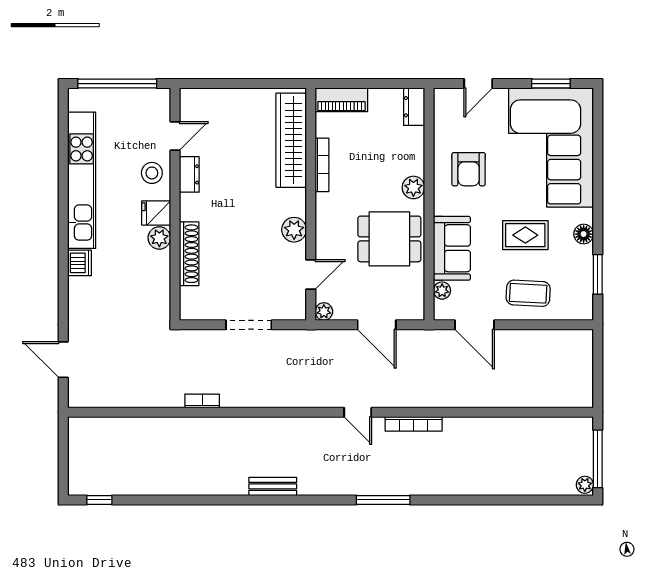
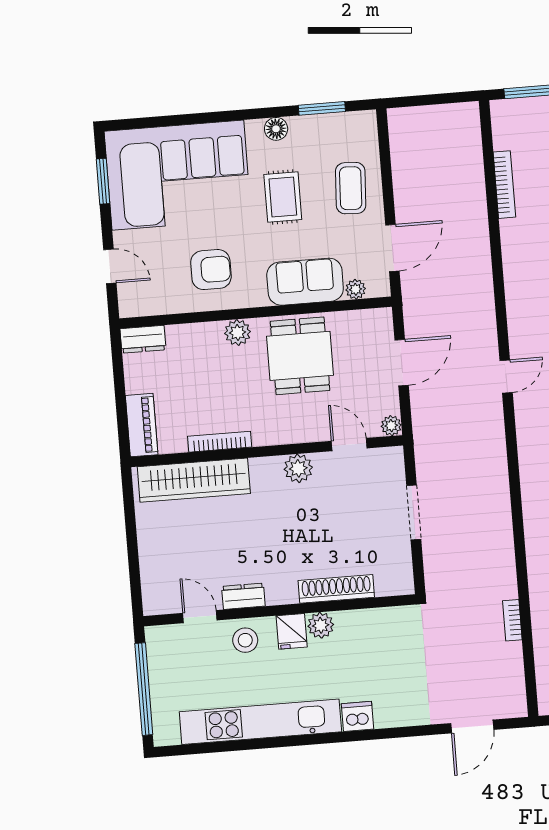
bookcase: (202, 401) -> (512, 620), moved
bookcase: (414, 424) -> (504, 185), moved

